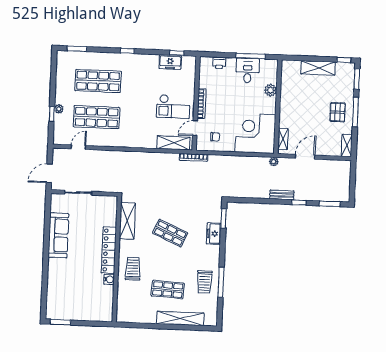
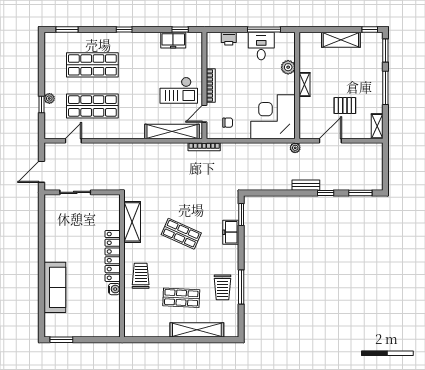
pallet: (338, 112) -> (345, 106), moved, turned 90
shelving: (283, 139) -> (305, 85), moved
shelving: (173, 143) -> (172, 131), width x1.47
sofa: (58, 235) -> (55, 287), moved

